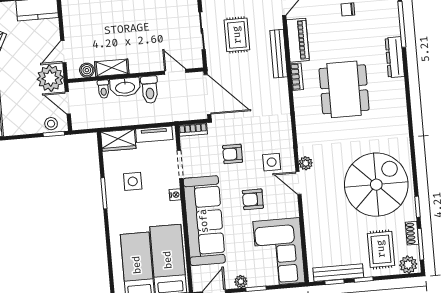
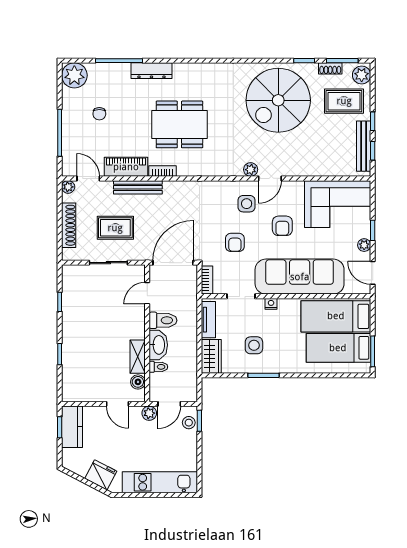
plant: (50, 78) -> (149, 413), width x0.53, depth x0.53
spiral stairs: (376, 185) -> (278, 100), turned -90

